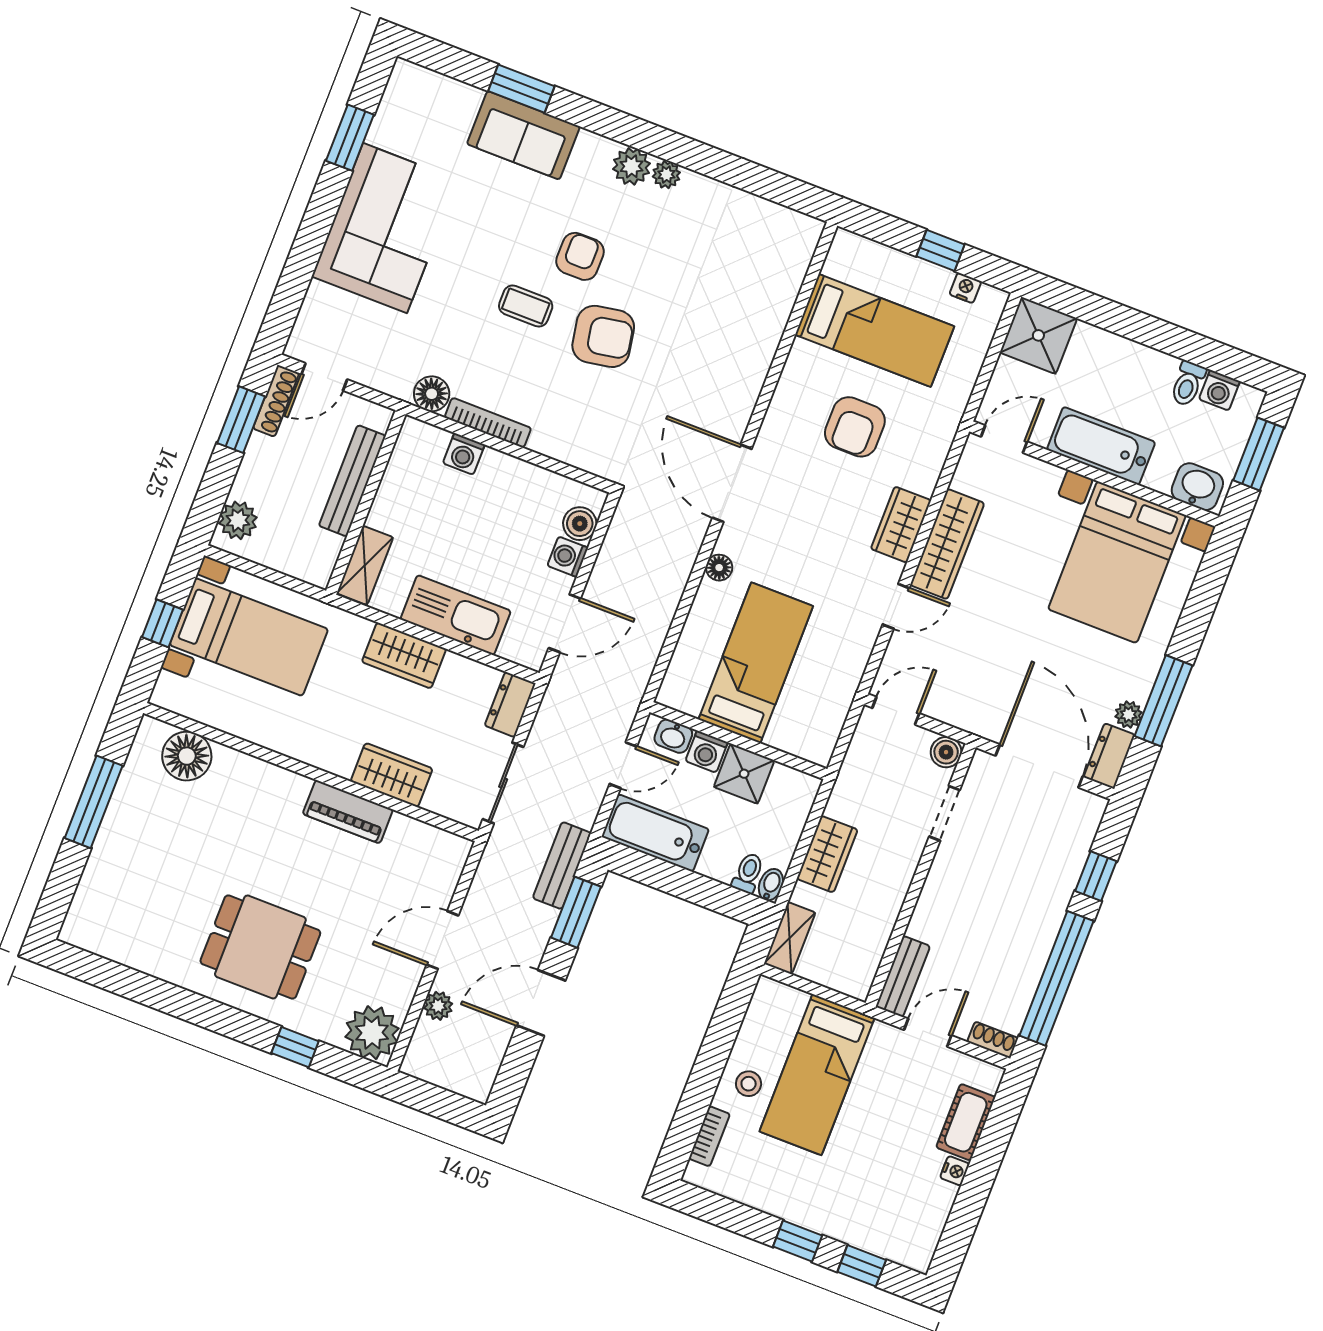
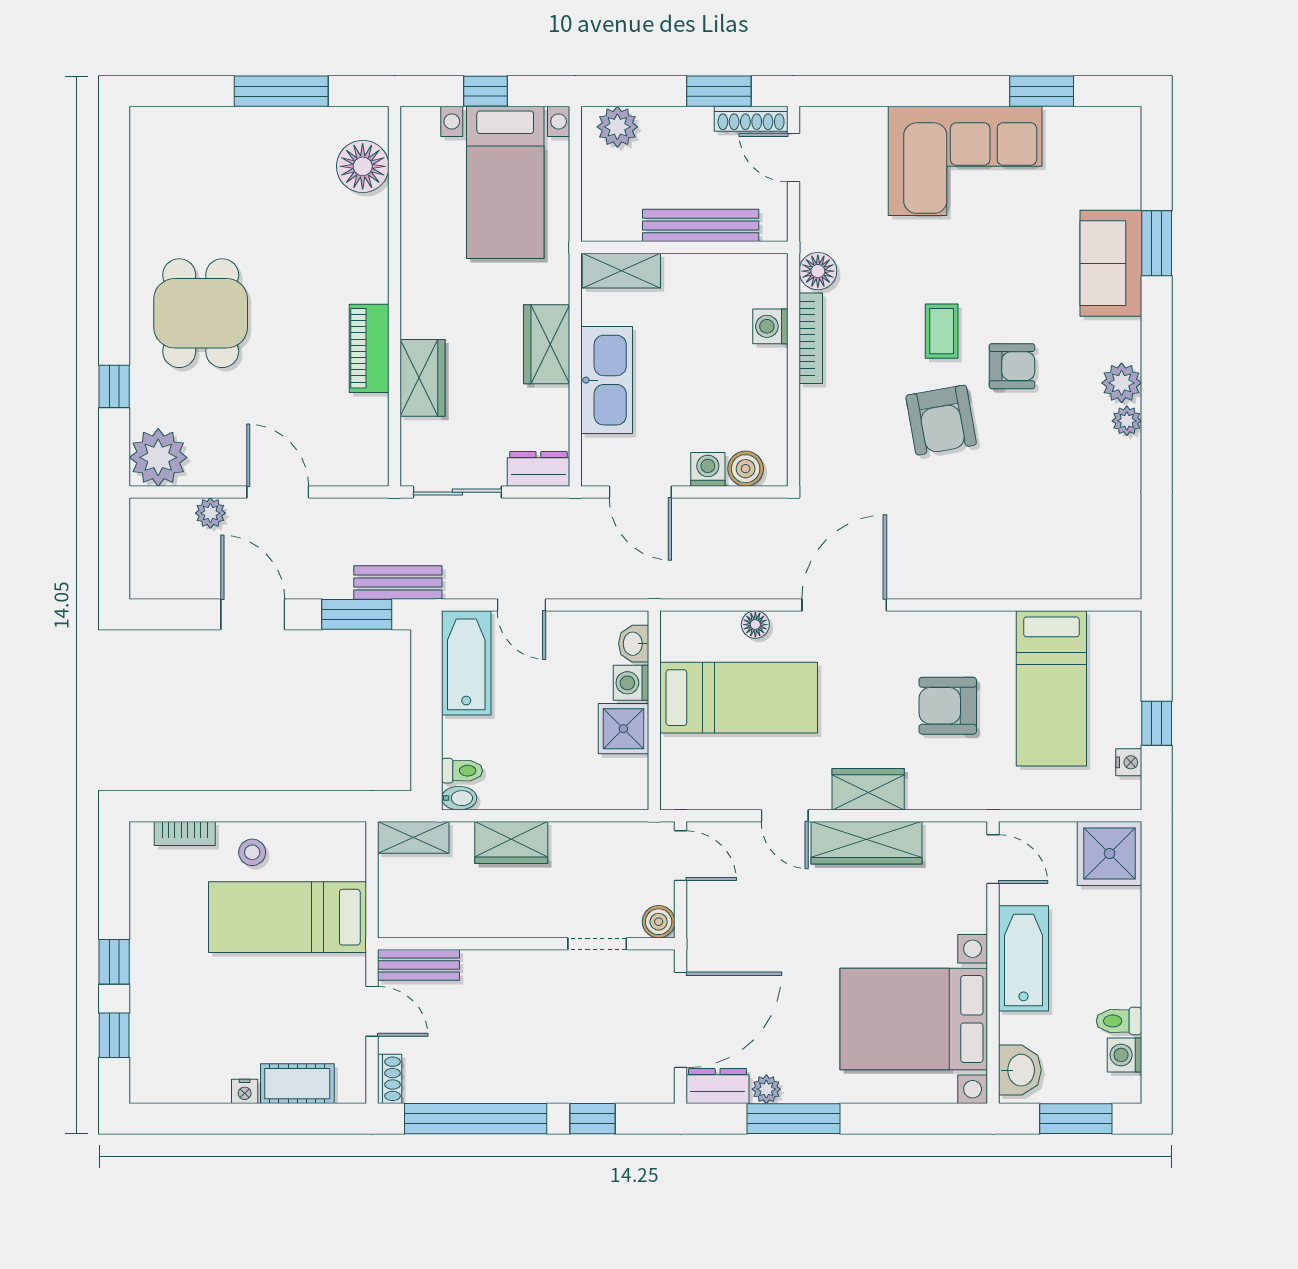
bed: (756, 663) -> (739, 698), moved
washbasin: (673, 736) -> (634, 644), moved
wall: (738, 741) -> (654, 710), moved
washing machine: (707, 752) -> (631, 683), moved
shower: (744, 774) -> (623, 729), moved

